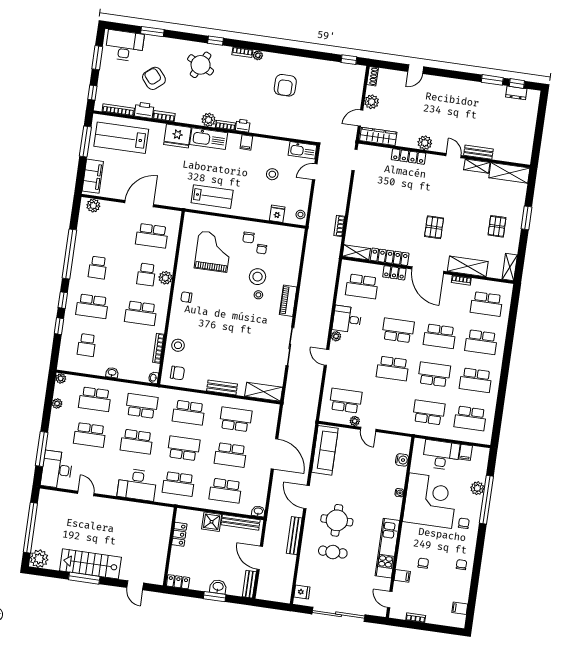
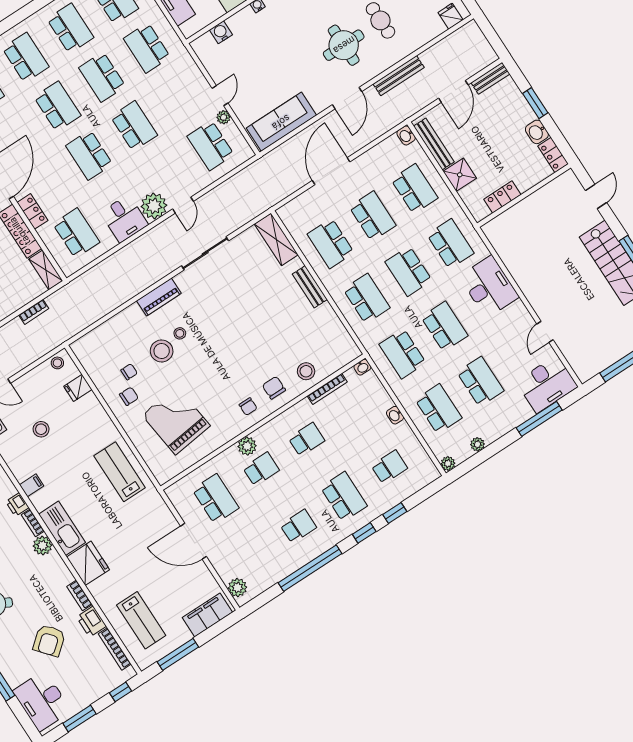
lab bench: (121, 138) -> (141, 620), width x0.73, depth x0.72
grand piano: (213, 252) -> (176, 420), turned 83
school desk: (141, 313) -> (307, 439), width x0.54
plant: (336, 336) -> (154, 206), width x1.88, depth x1.88
chair: (177, 373) -> (274, 388), moved
washbasin: (218, 587) -> (537, 132), moved

